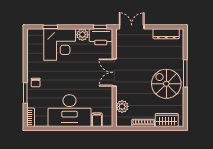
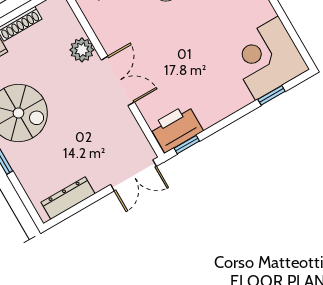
plant: (82, 35) -> (209, 114), removed
corner desk: (60, 44) -> (267, 58), moved
plant: (122, 106) -> (82, 50), moved

